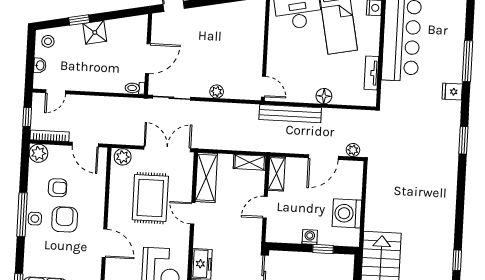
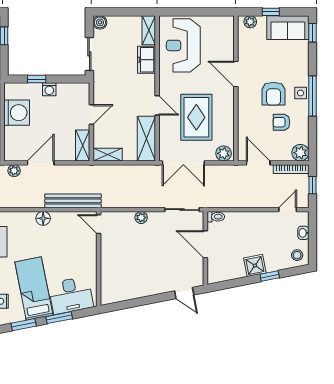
door: (148, 59) -> (205, 244), hinge flipped

